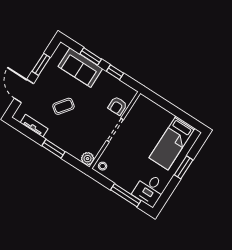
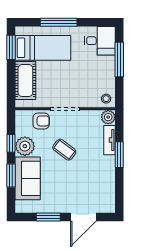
plant: (106, 81) -> (25, 146), added
coffee table: (63, 106) -> (64, 150), moved
cot: (156, 114) -> (25, 81), added
window: (188, 119) -> (11, 47), added
tv unit: (34, 126) -> (110, 140), moved
window: (184, 167) -> (59, 22), width x1.44

